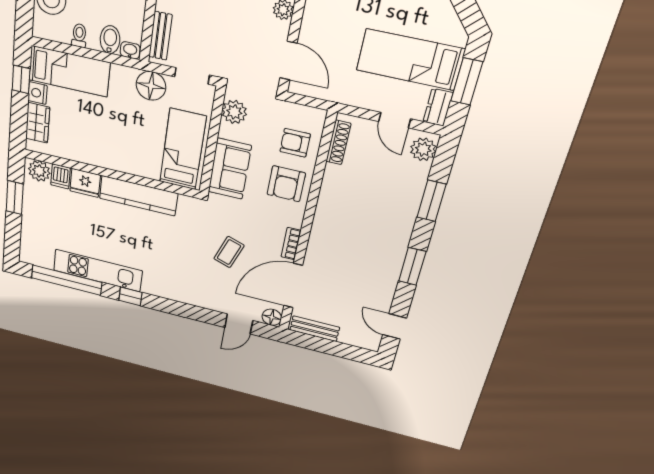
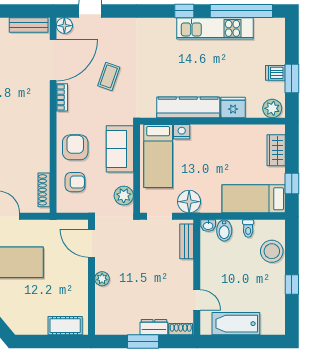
nightstand: (38, 93) -> (182, 132), moved, turned -90
dishwasher: (61, 176) -> (275, 73), moved, turned -90

